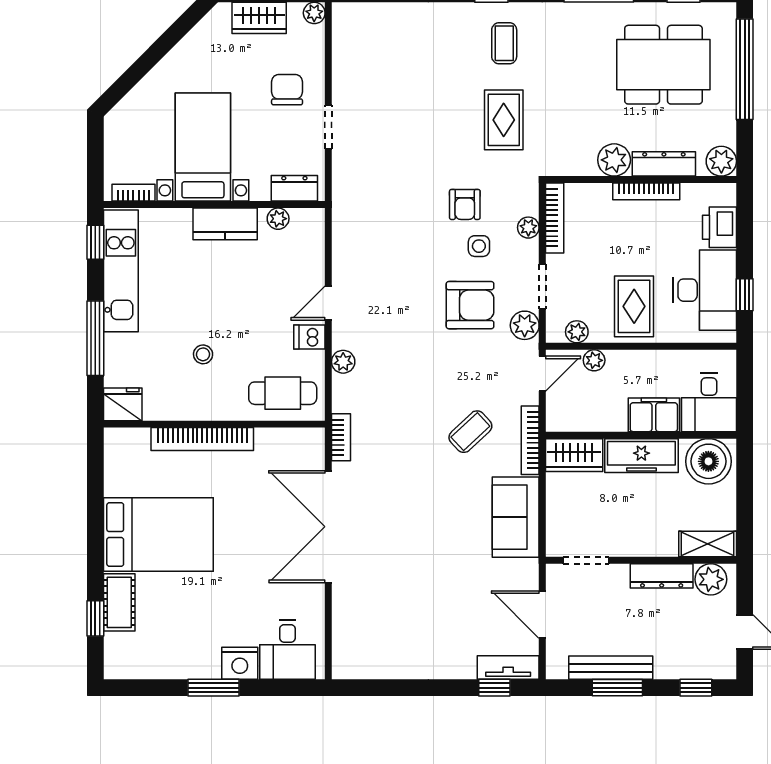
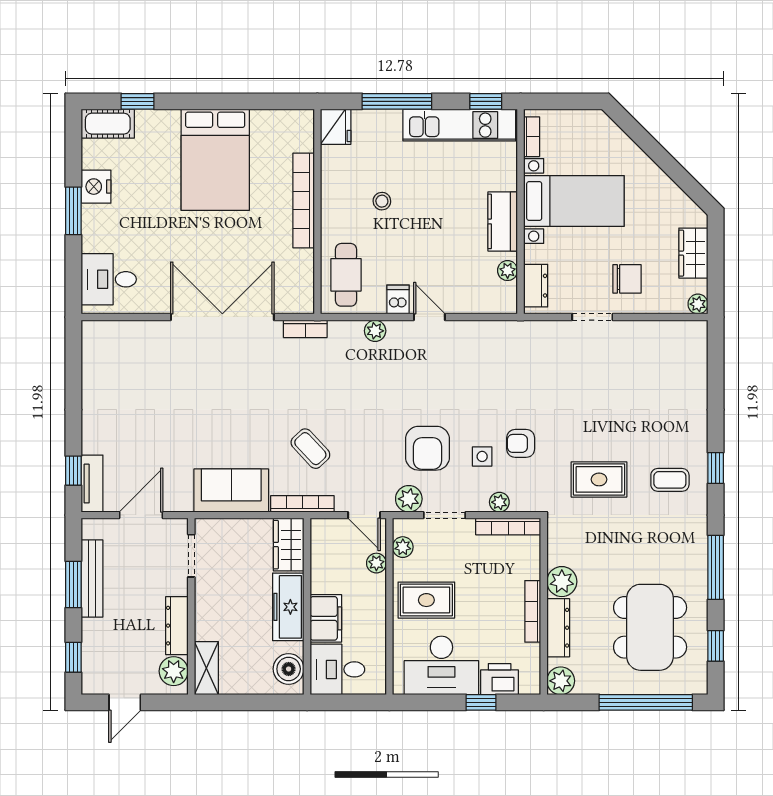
window: (745, 295) -> (481, 702), moved
boiler: (708, 461) -> (289, 669), width x0.73, depth x0.73
cot: (119, 602) -> (108, 124), moved
nightstand: (240, 663) -> (96, 187), moved

